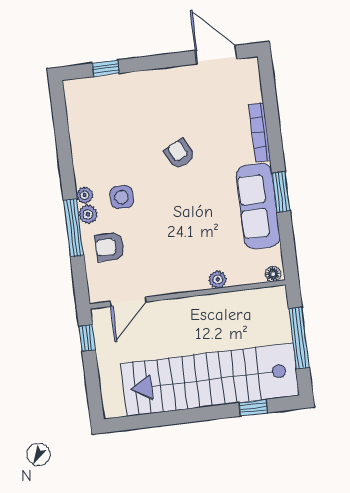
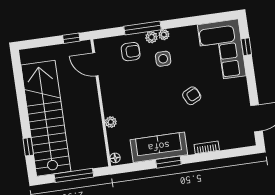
corner sofa: (110, 106) -> (222, 50), added
bookcase: (260, 132) -> (207, 147), width x0.64
armchair: (110, 247) -> (131, 52), turned 90

